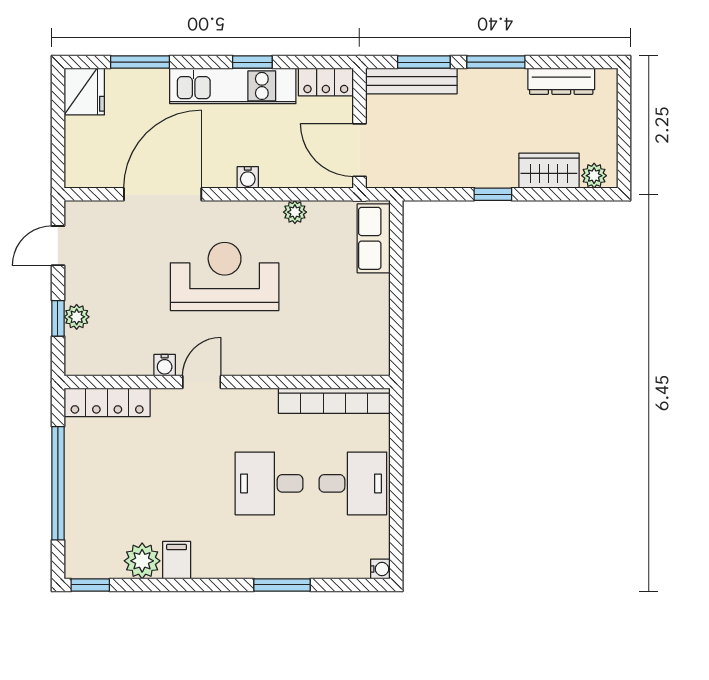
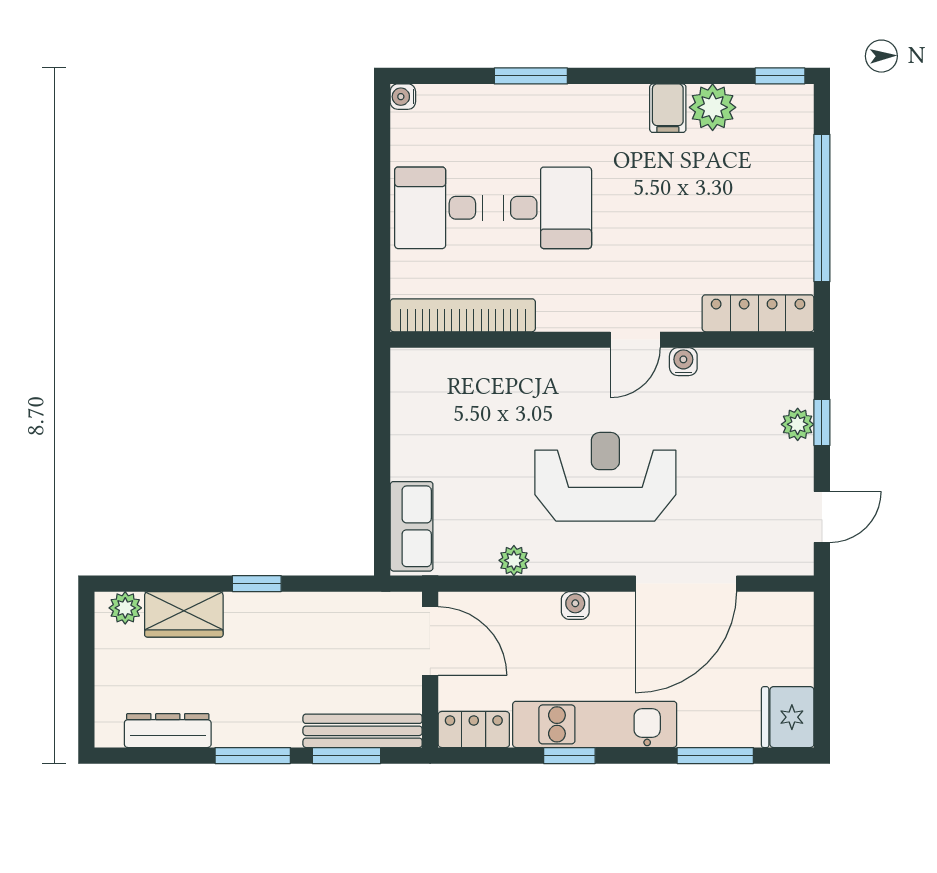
reception desk: (225, 276) -> (605, 477), turned 180

